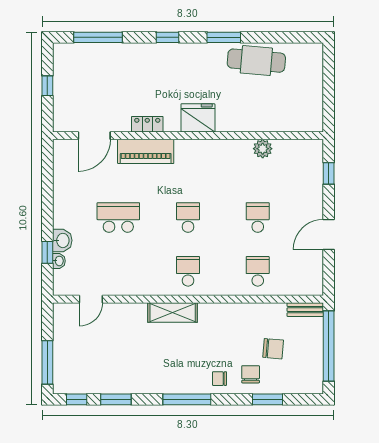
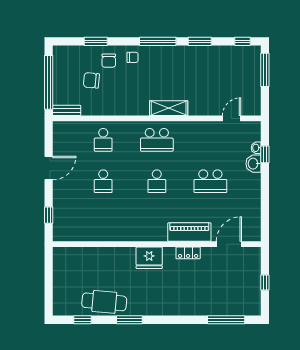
window: (167, 37) -> (82, 320), moved
plant: (263, 149) -> (99, 234), removed
school desk: (188, 271) -> (157, 140), width x1.85
window: (116, 399) -> (200, 41), moved

